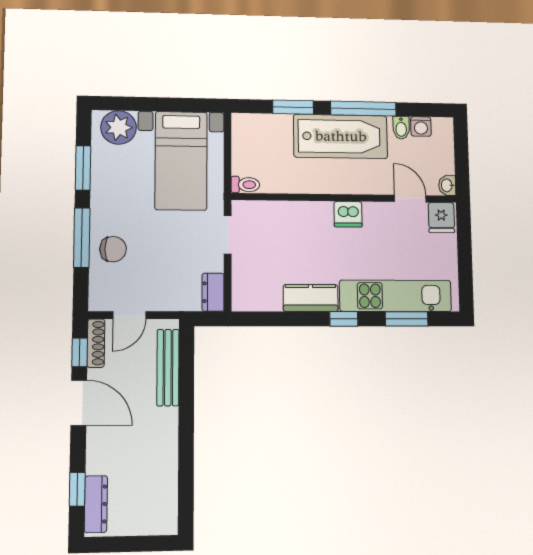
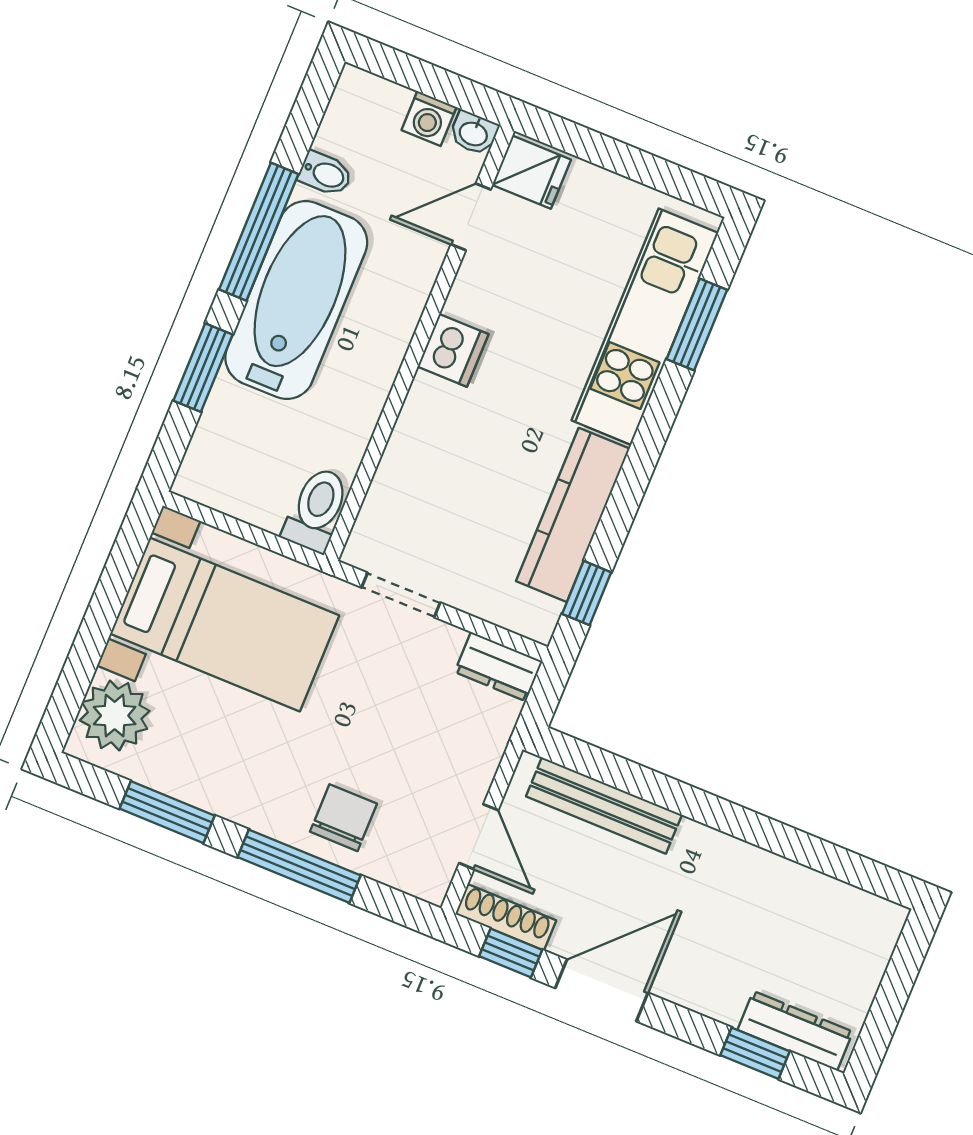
washing machine: (421, 126) -> (429, 119), moved, turned 90
toilet: (245, 185) -> (317, 510), width x1.37, depth x1.39
kitchen counter: (311, 298) -> (573, 515), width x1.50
window: (344, 319) -> (587, 593), moved

